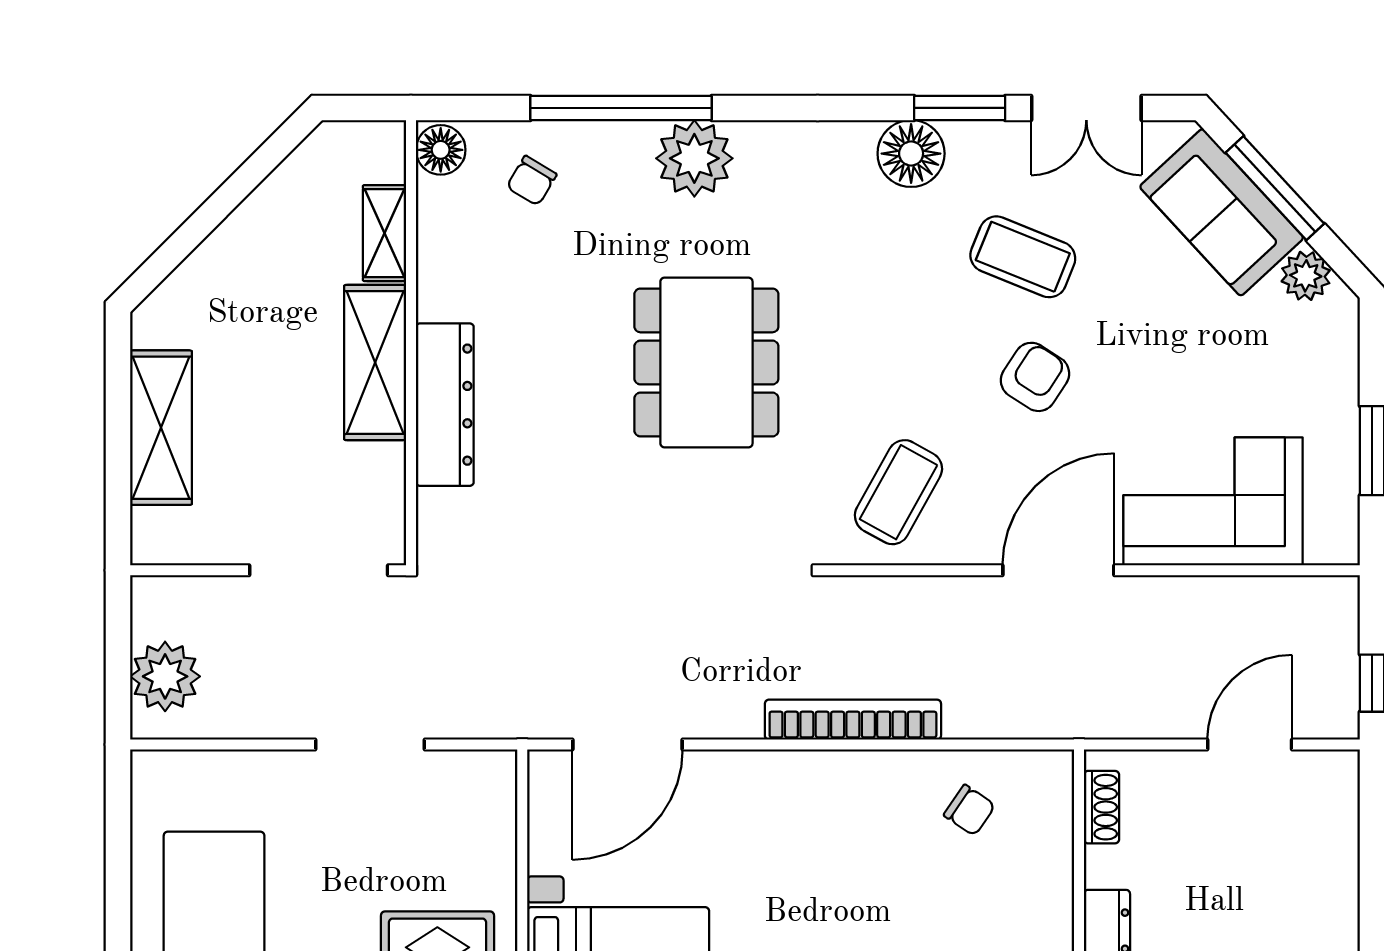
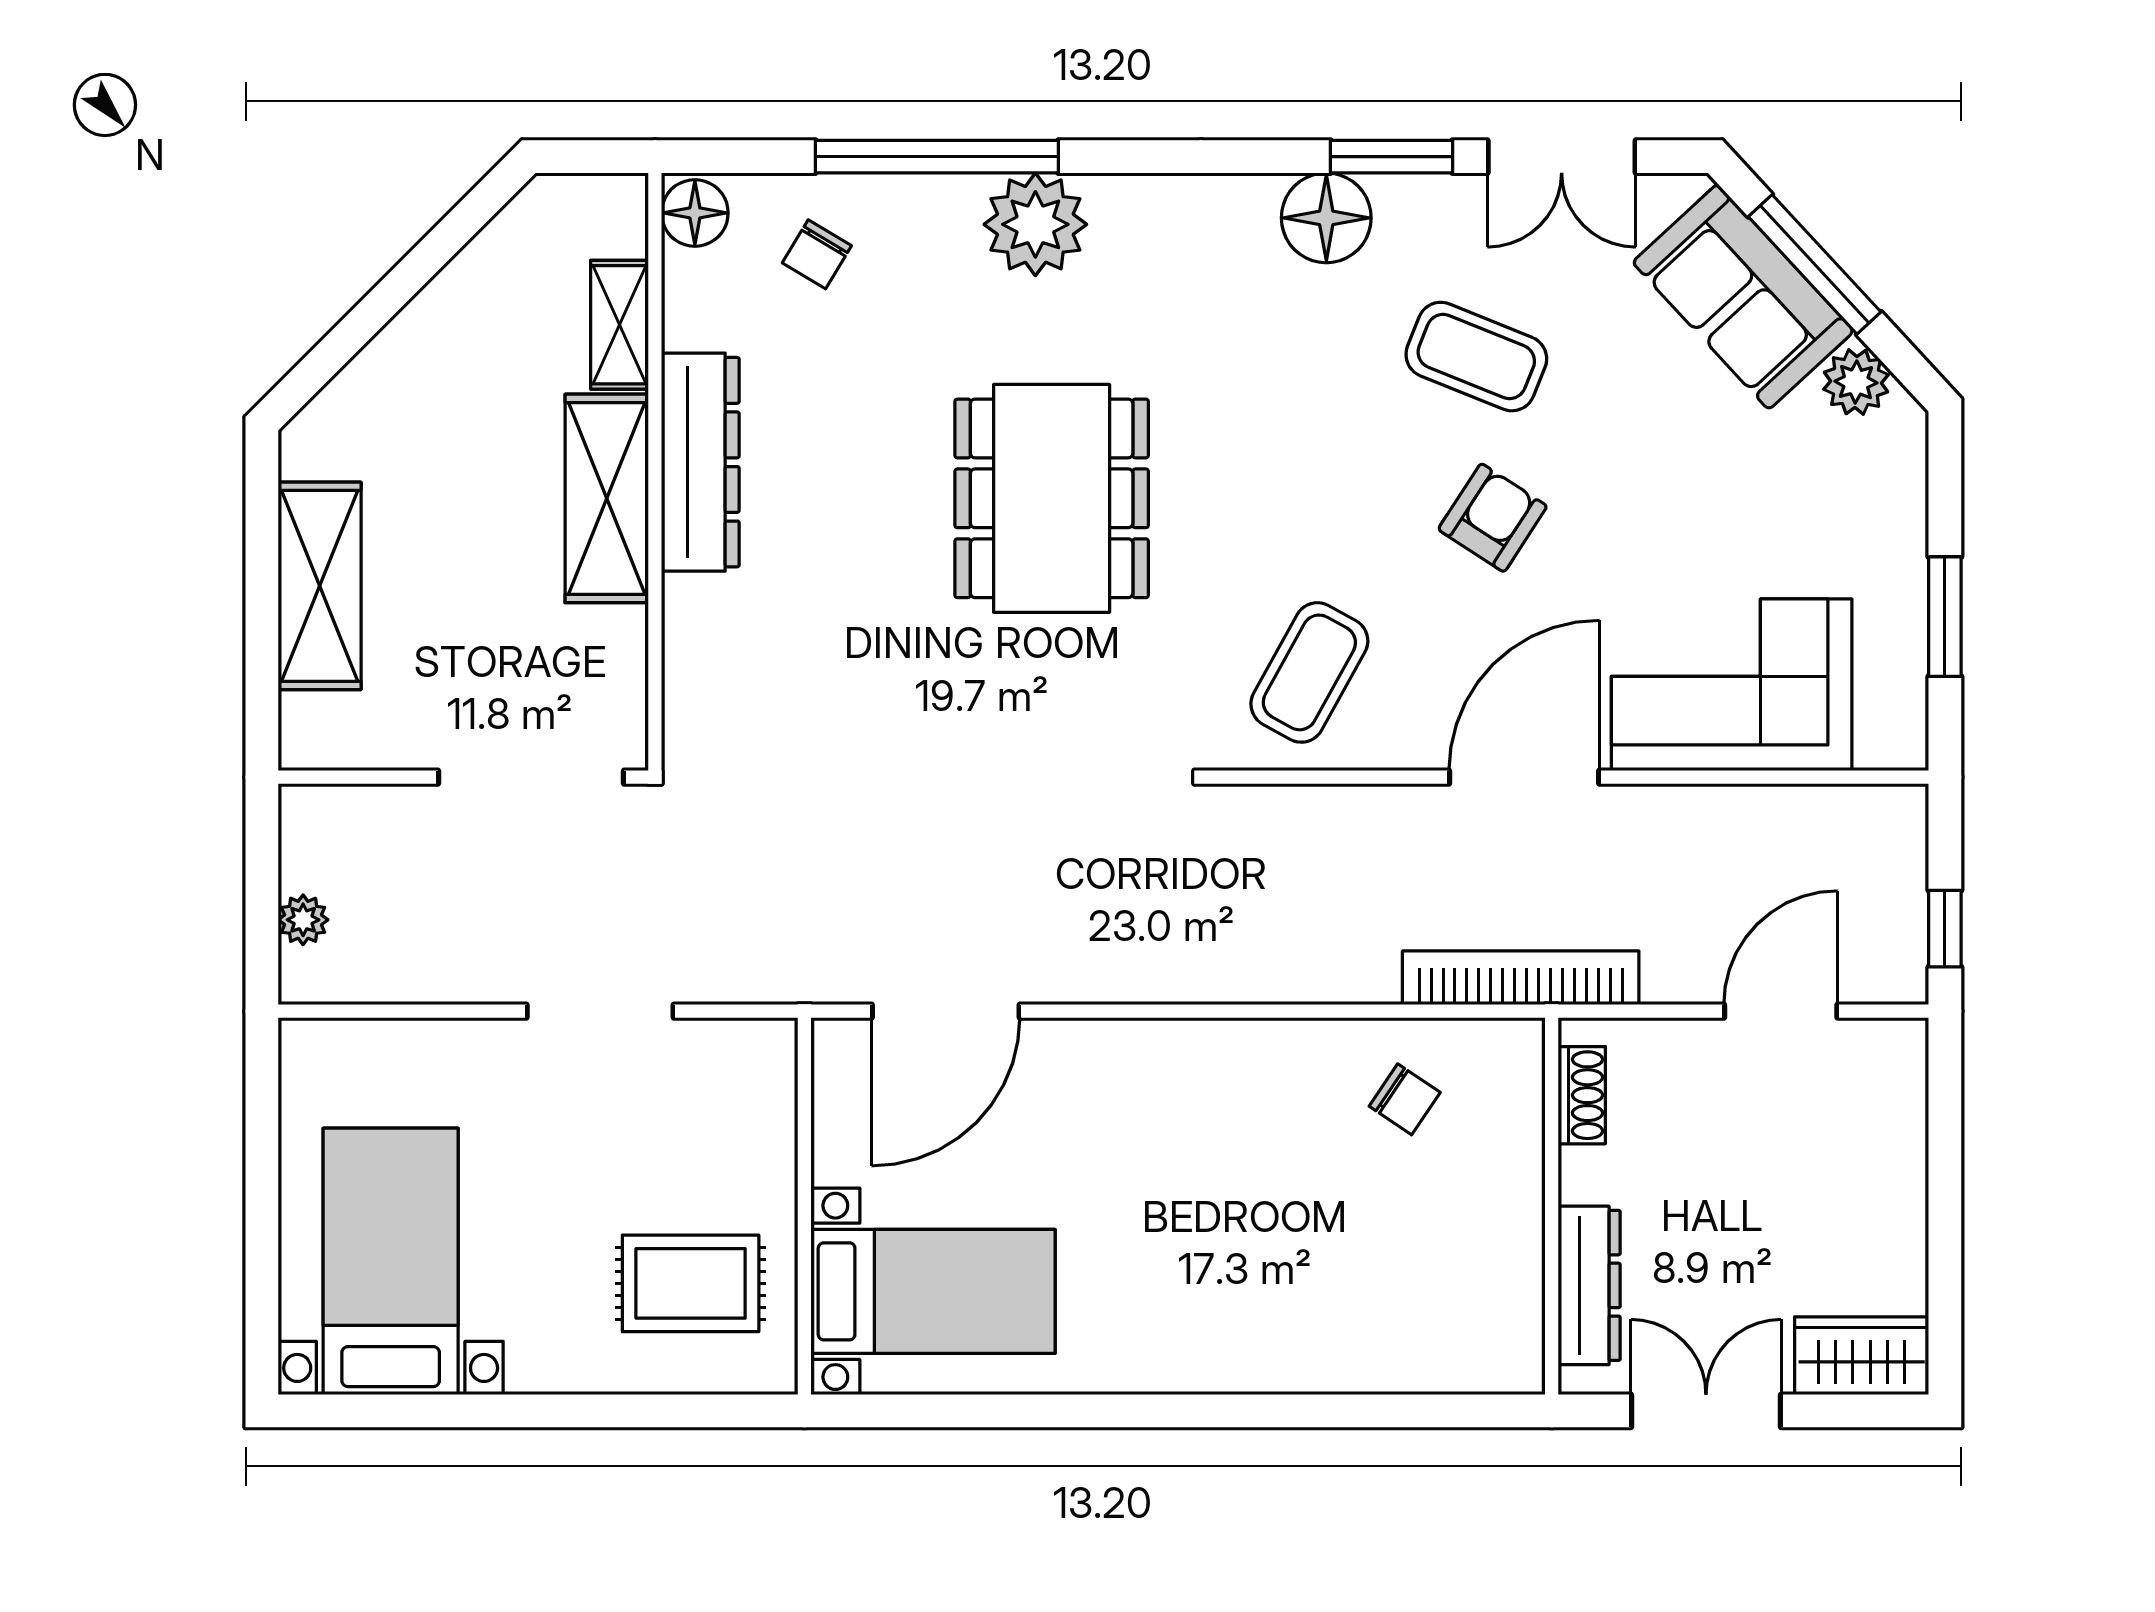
dresser: (445, 405) -> (700, 462), moved
plant: (165, 676) -> (303, 920), width x0.53, depth x0.53
bookcase: (853, 720) -> (1521, 978), moved

